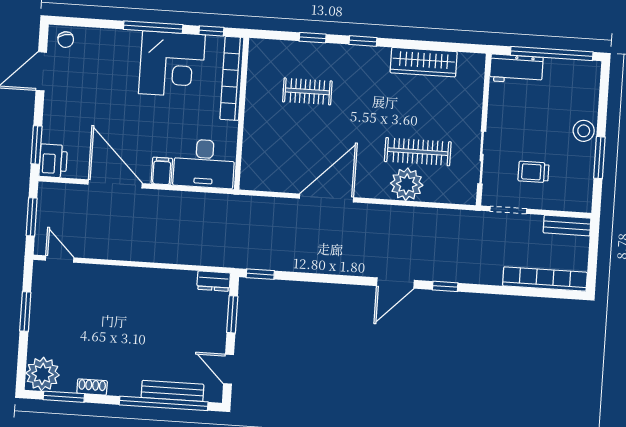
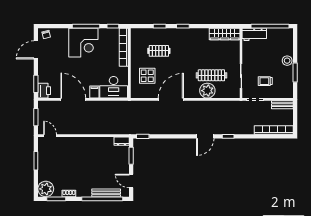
wardrobe: (424, 62) -> (225, 34), moved
corner desk: (172, 64) -> (83, 43), moved
display table: (279, 143) -> (147, 76), added

